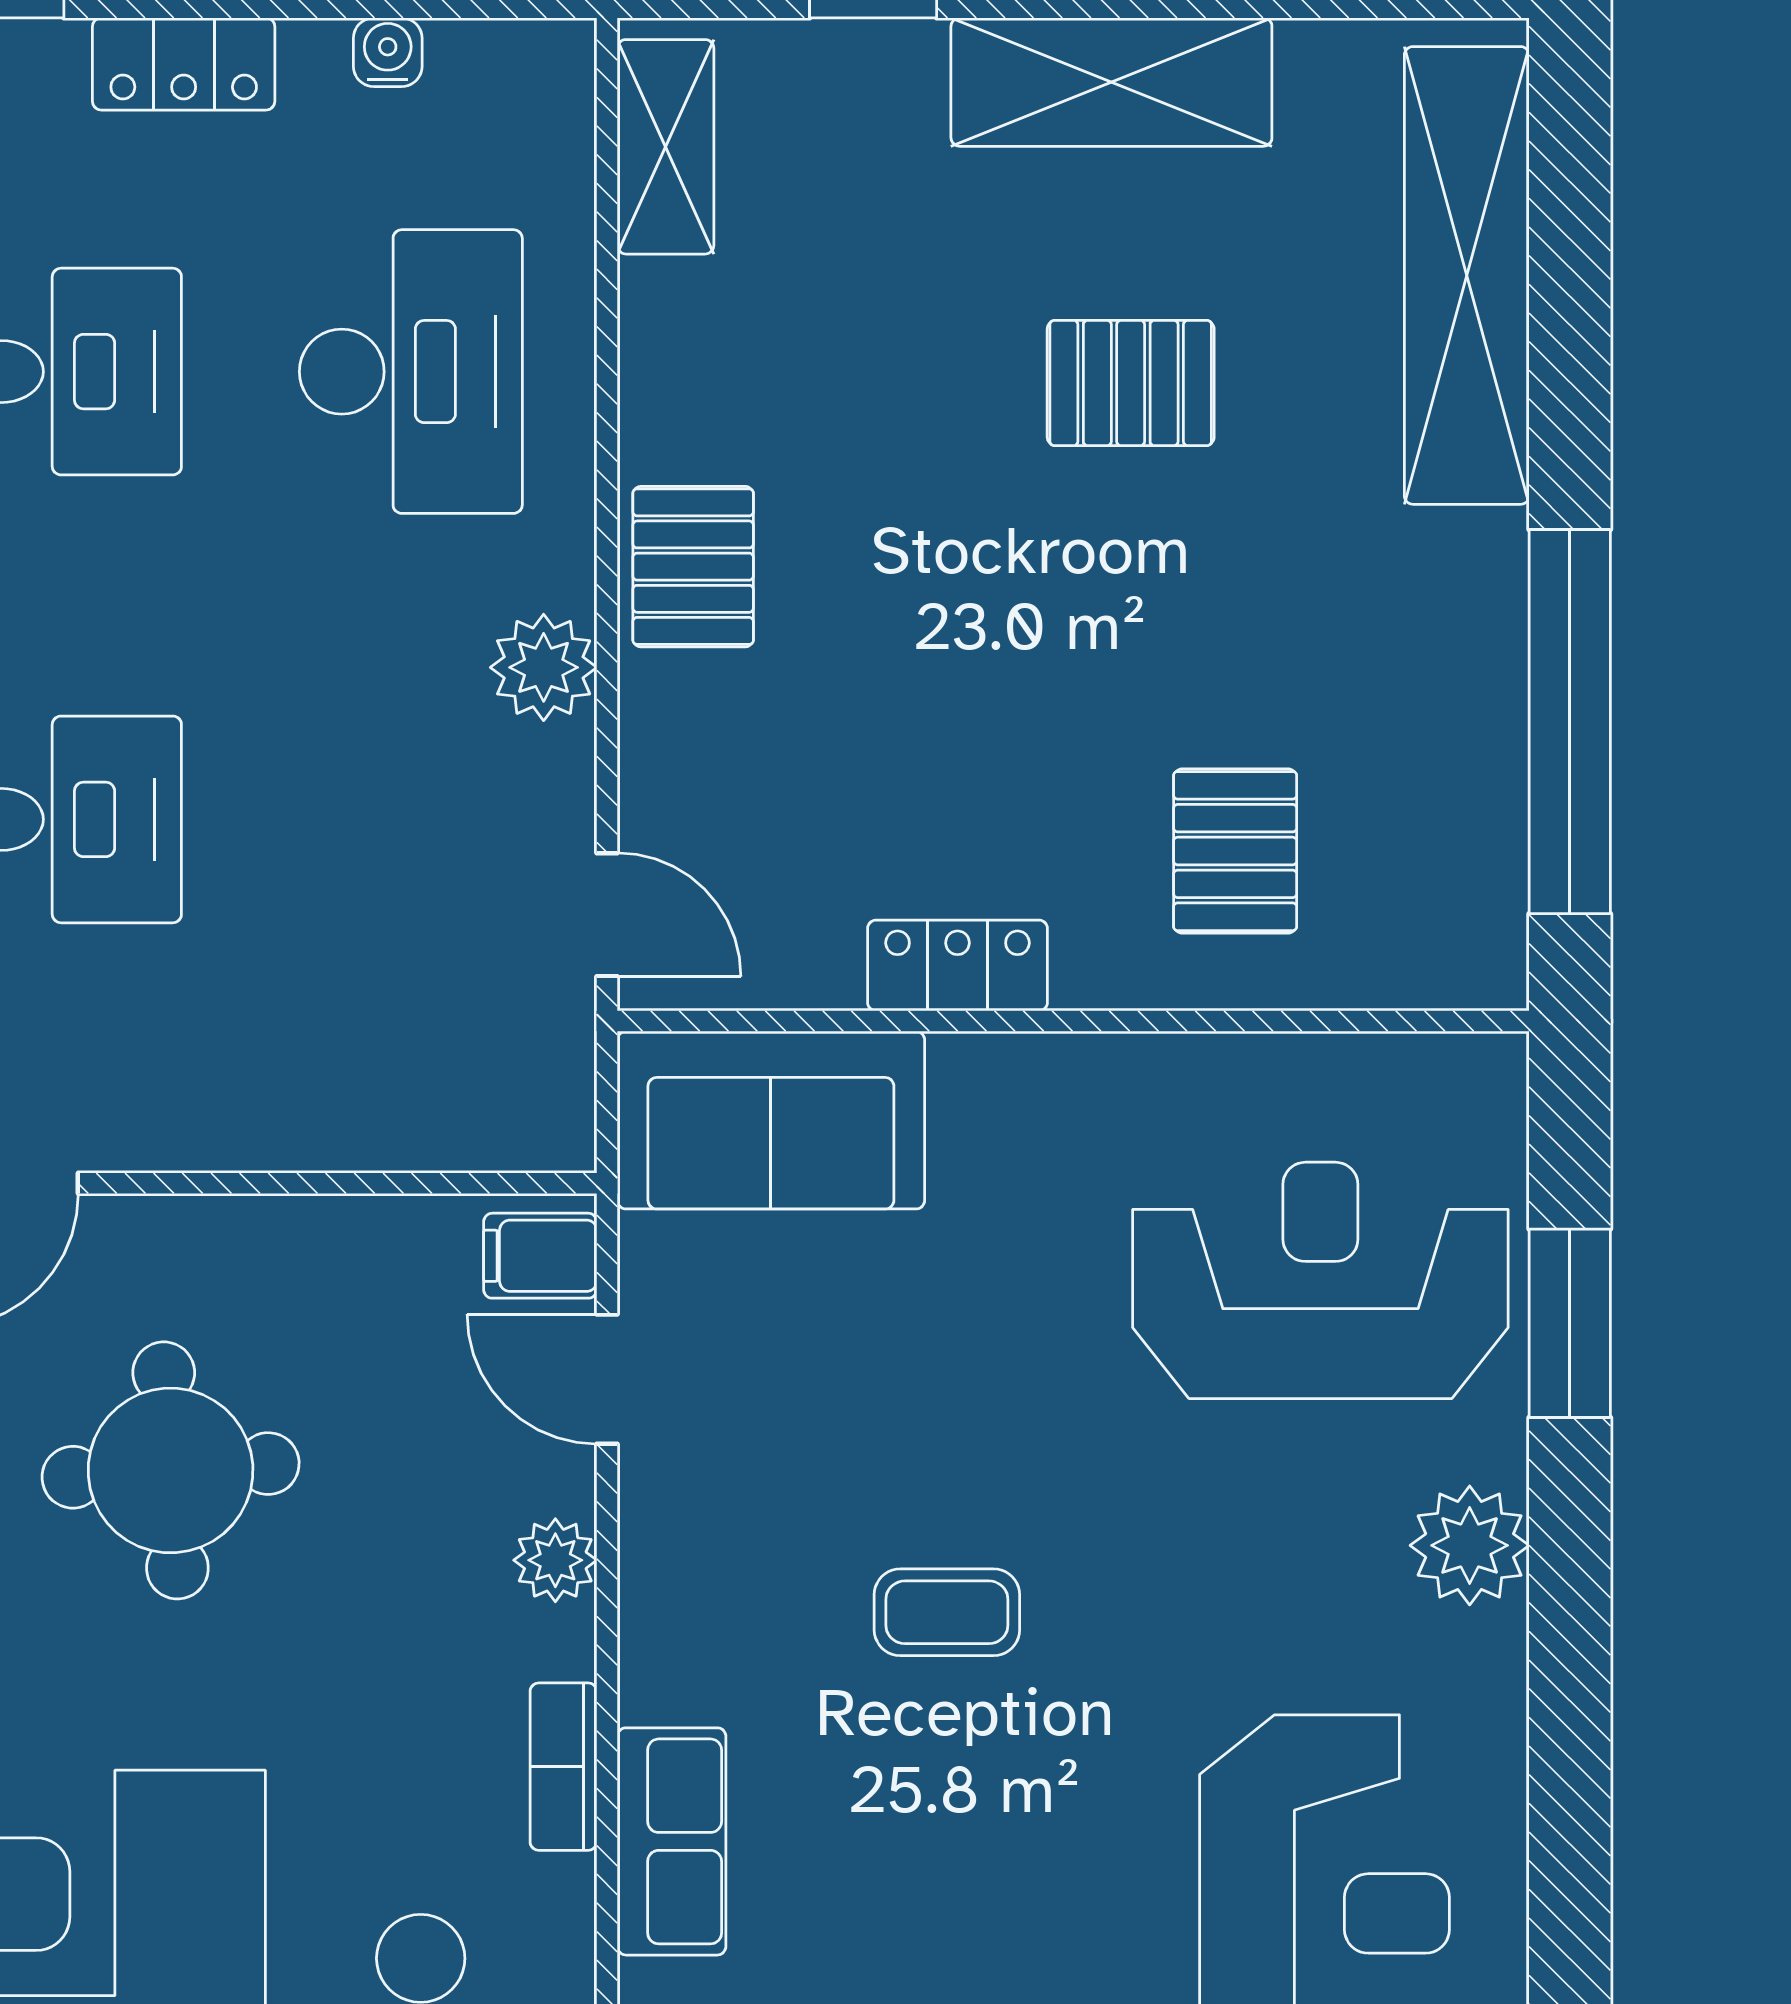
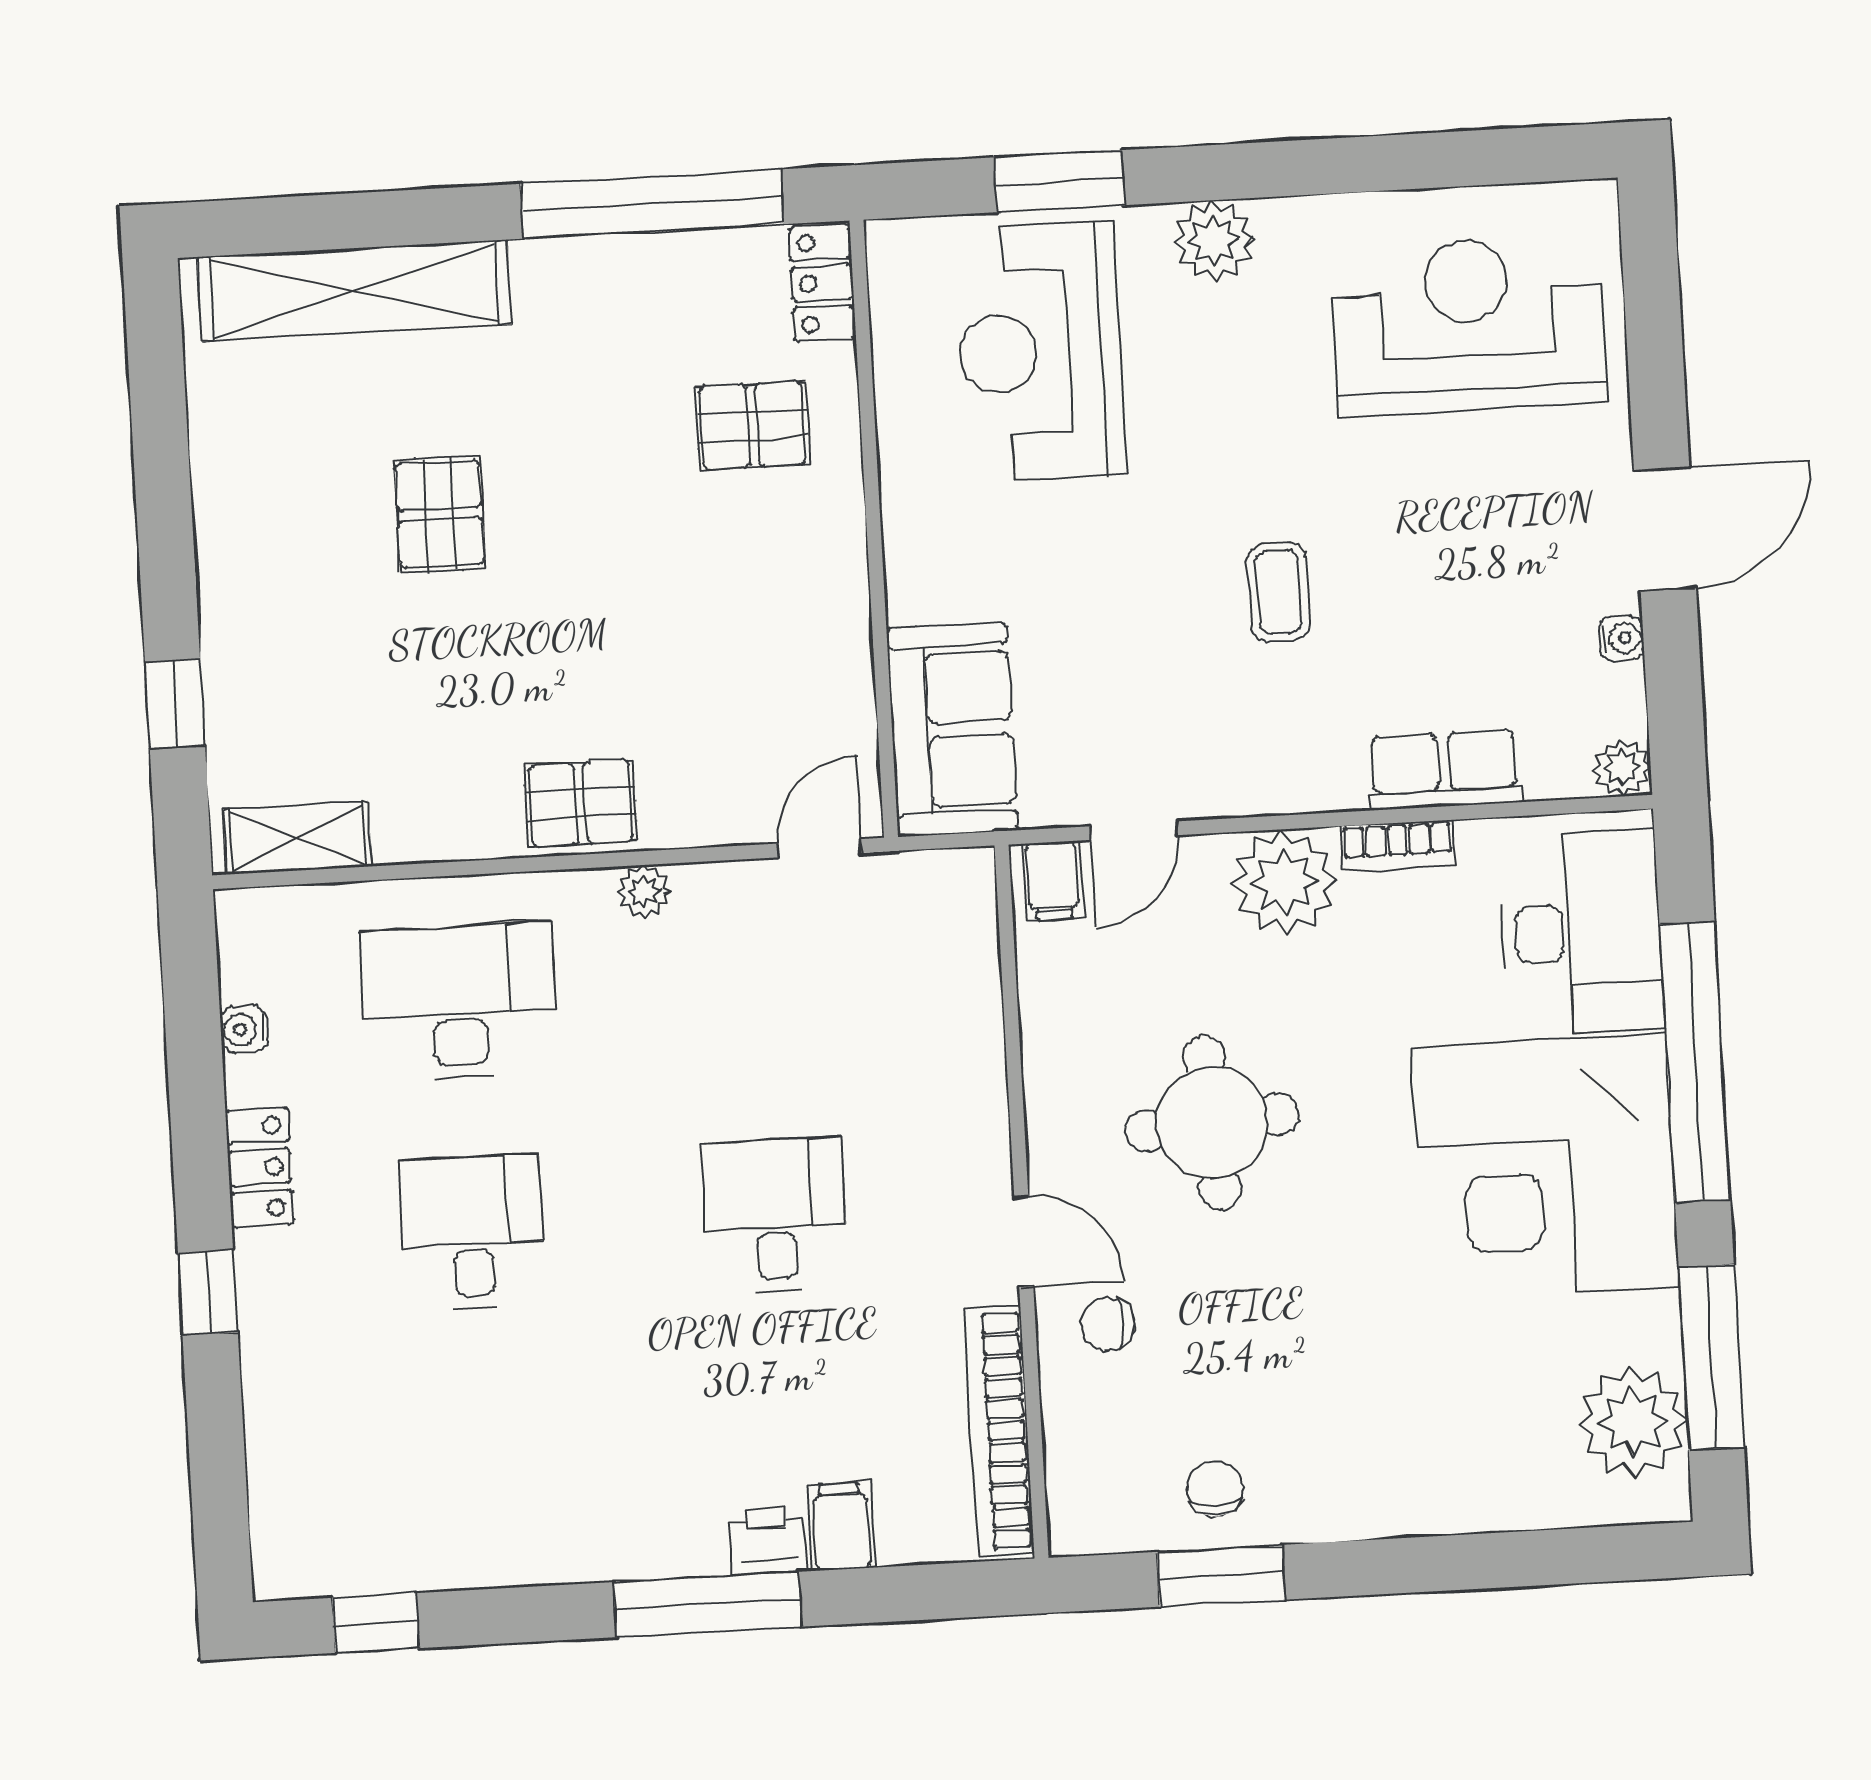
shelving: (1111, 82) -> (237, 538), removed
plant: (544, 667) -> (644, 891), width x0.73, depth x0.73
locker: (958, 965) -> (822, 283), moved
plant: (555, 1560) -> (1284, 882), width x1.87, depth x1.87

